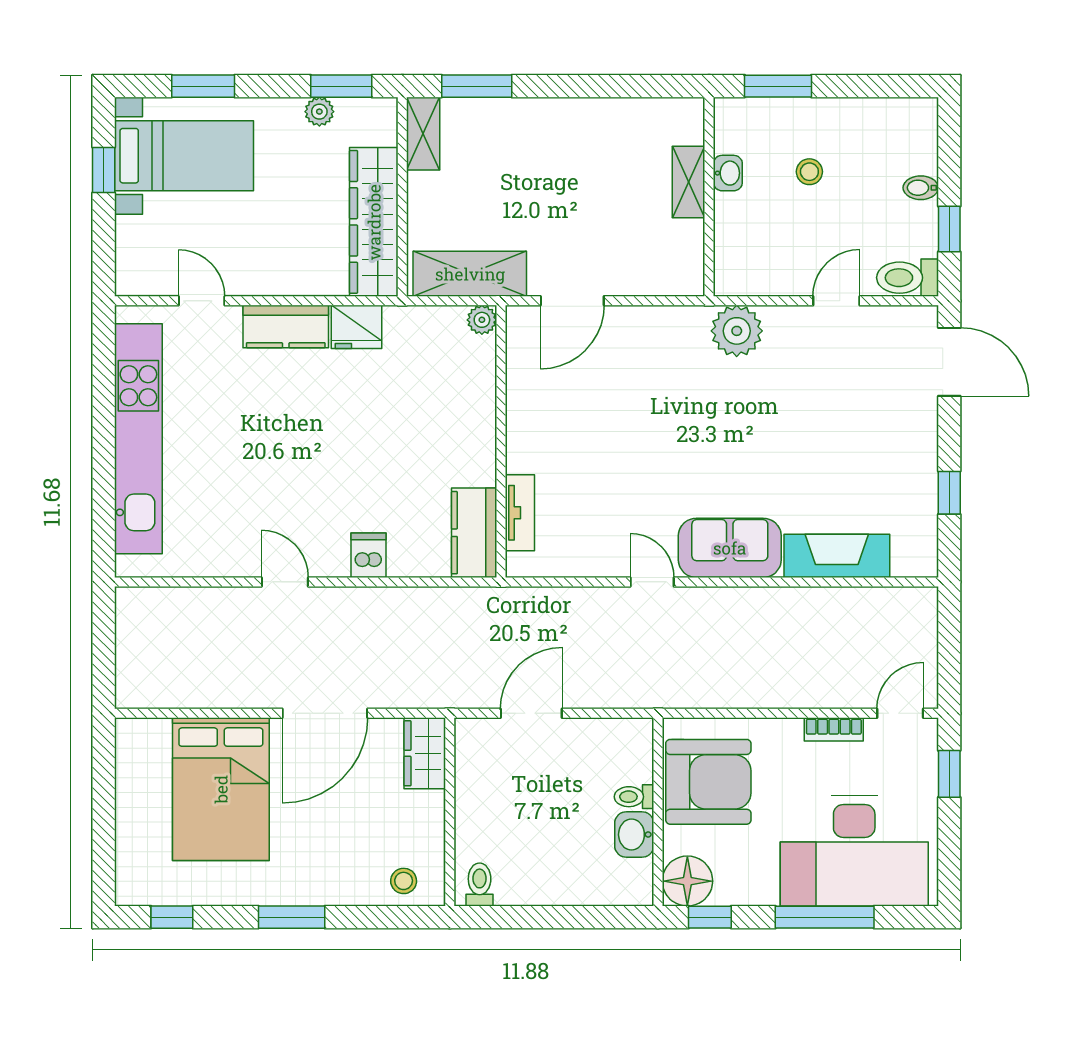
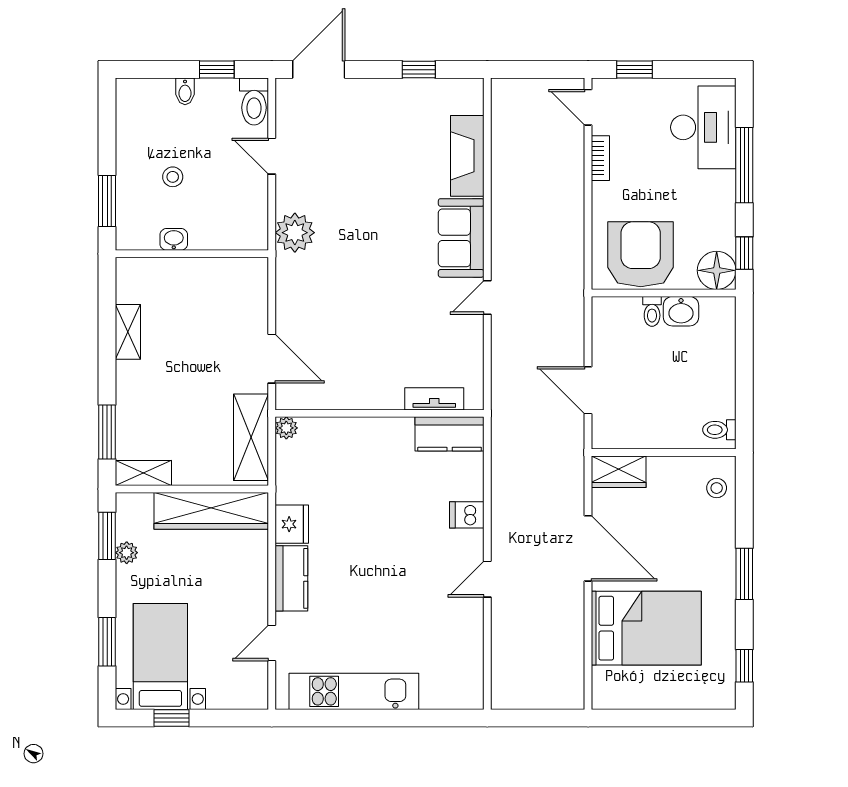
shelving: (688, 182) -> (128, 332), moved, turned 90
kitchen unit: (138, 439) -> (354, 691), width x0.73
desk: (854, 851) -> (703, 127), width x0.73, depth x0.77

